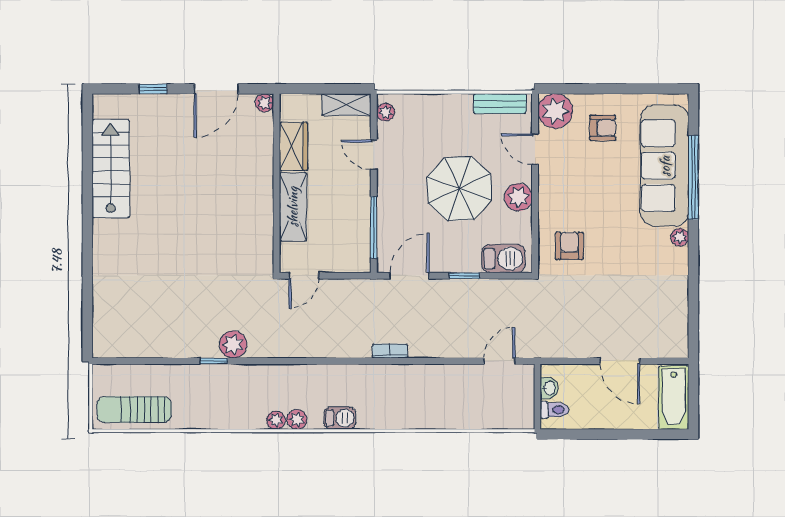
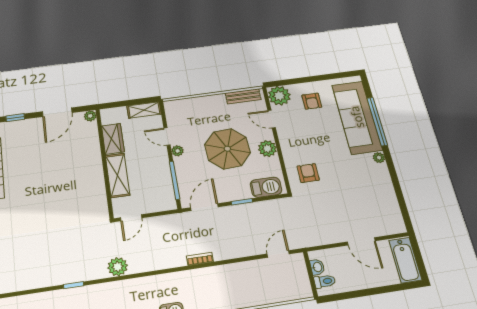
plant: (386, 112) -> (178, 151), moved
armchair: (603, 128) -> (312, 101), turned 90
plant: (233, 344) -> (118, 267), moved

